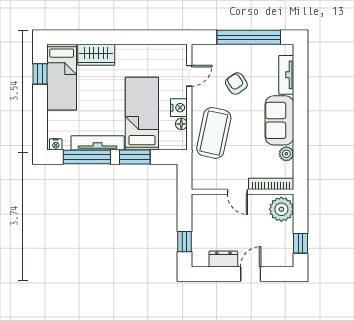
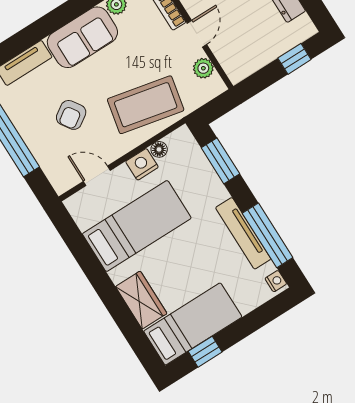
bed: (142, 114) -> (137, 226), moved, turned 180
window: (135, 157) -> (220, 161), moved
plant: (214, 182) -> (203, 68), added

